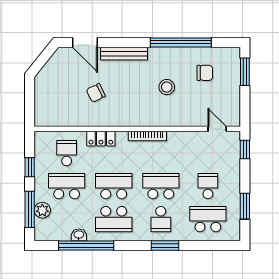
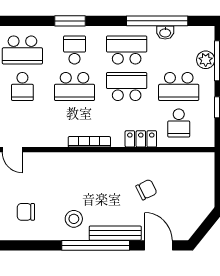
window: (181, 42) -> (96, 245), moved
stool: (167, 87) -> (74, 219), moved
school desk: (114, 186) -> (127, 86), turned 180

